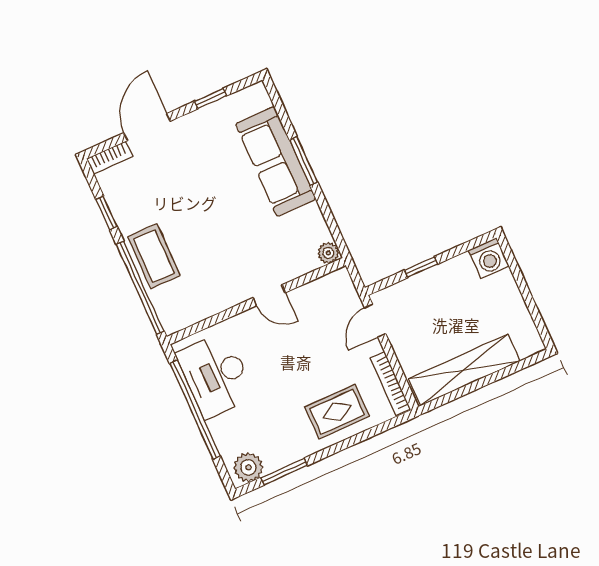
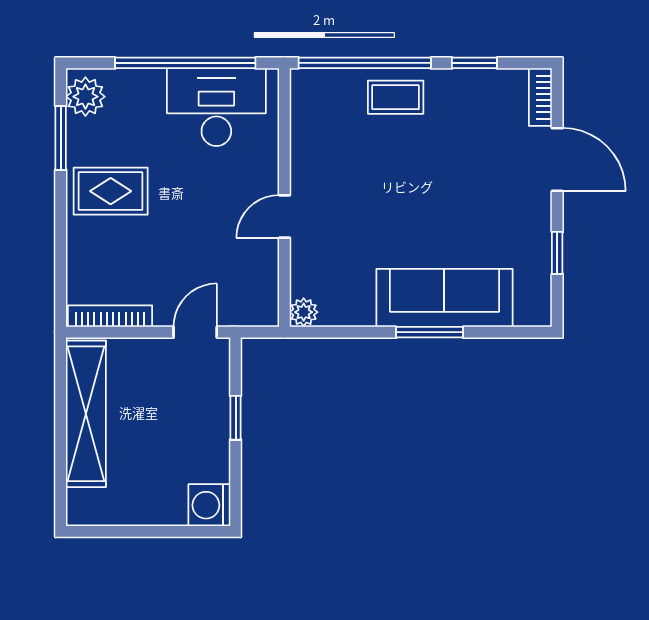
coffee table: (154, 256) -> (396, 97), width x0.73, depth x0.77
door: (375, 321) -> (195, 332), hinge flipped
rug: (337, 412) -> (111, 191), moved, turned 90

